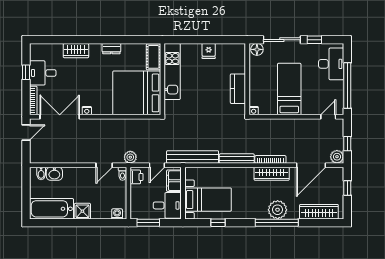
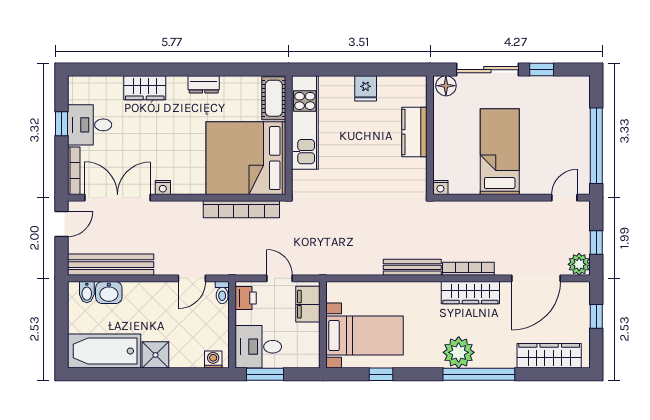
desk: (331, 64) -> (569, 110), removed
kitchen counter: (238, 89) -> (414, 132), moved
bookcase: (134, 124) -> (241, 209), added
plant: (130, 157) -> (235, 265), removed
bench: (193, 157) -> (111, 265), moved
door: (157, 165) -> (280, 278), swing flipped
desk: (167, 205) -> (258, 347), moved, turned 180
plant: (278, 210) -> (459, 352), moved

